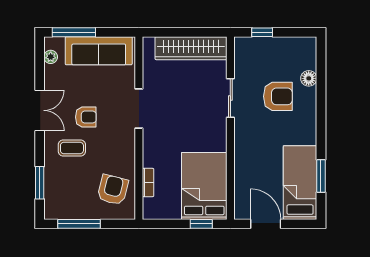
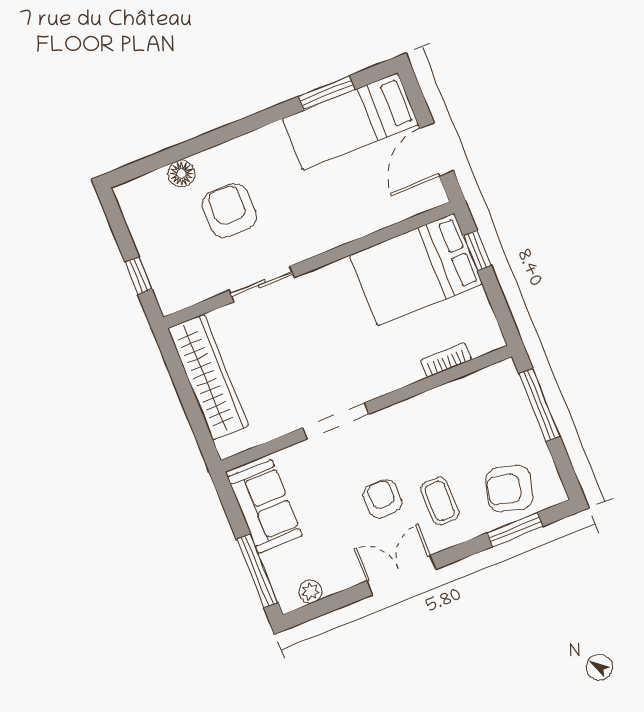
sofa: (99, 51) -> (265, 506), width x0.73
armchair: (113, 190) -> (509, 489), moved
window: (79, 224) -> (539, 405), moved

